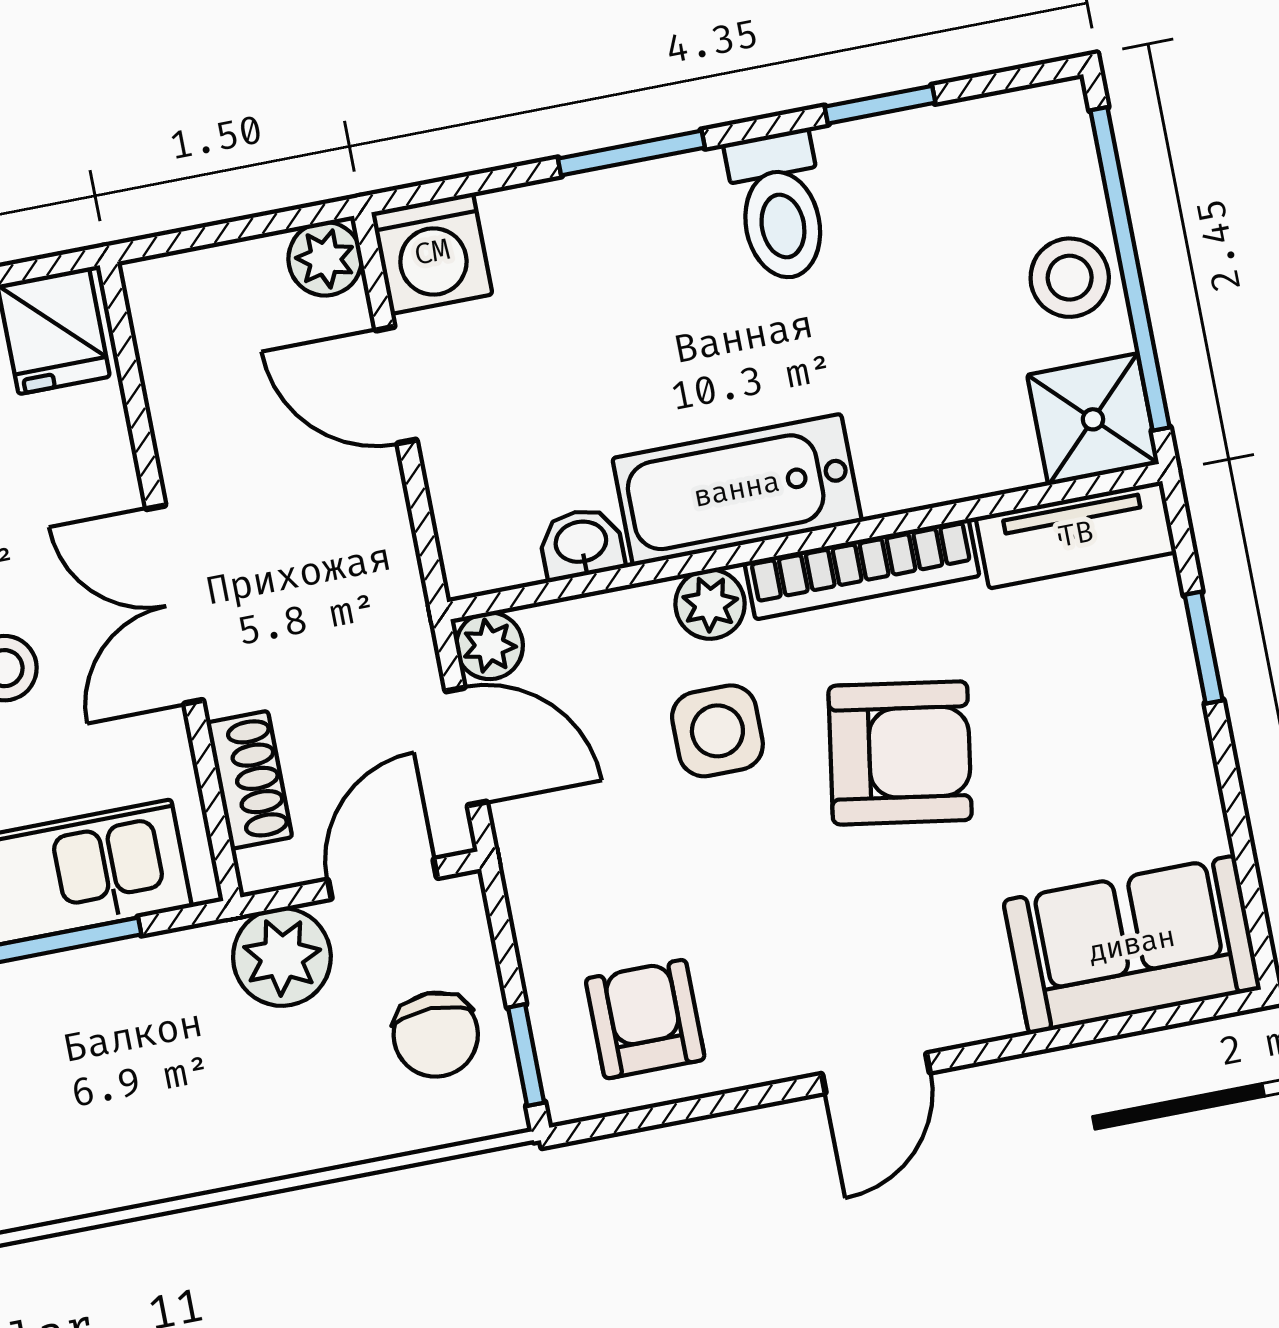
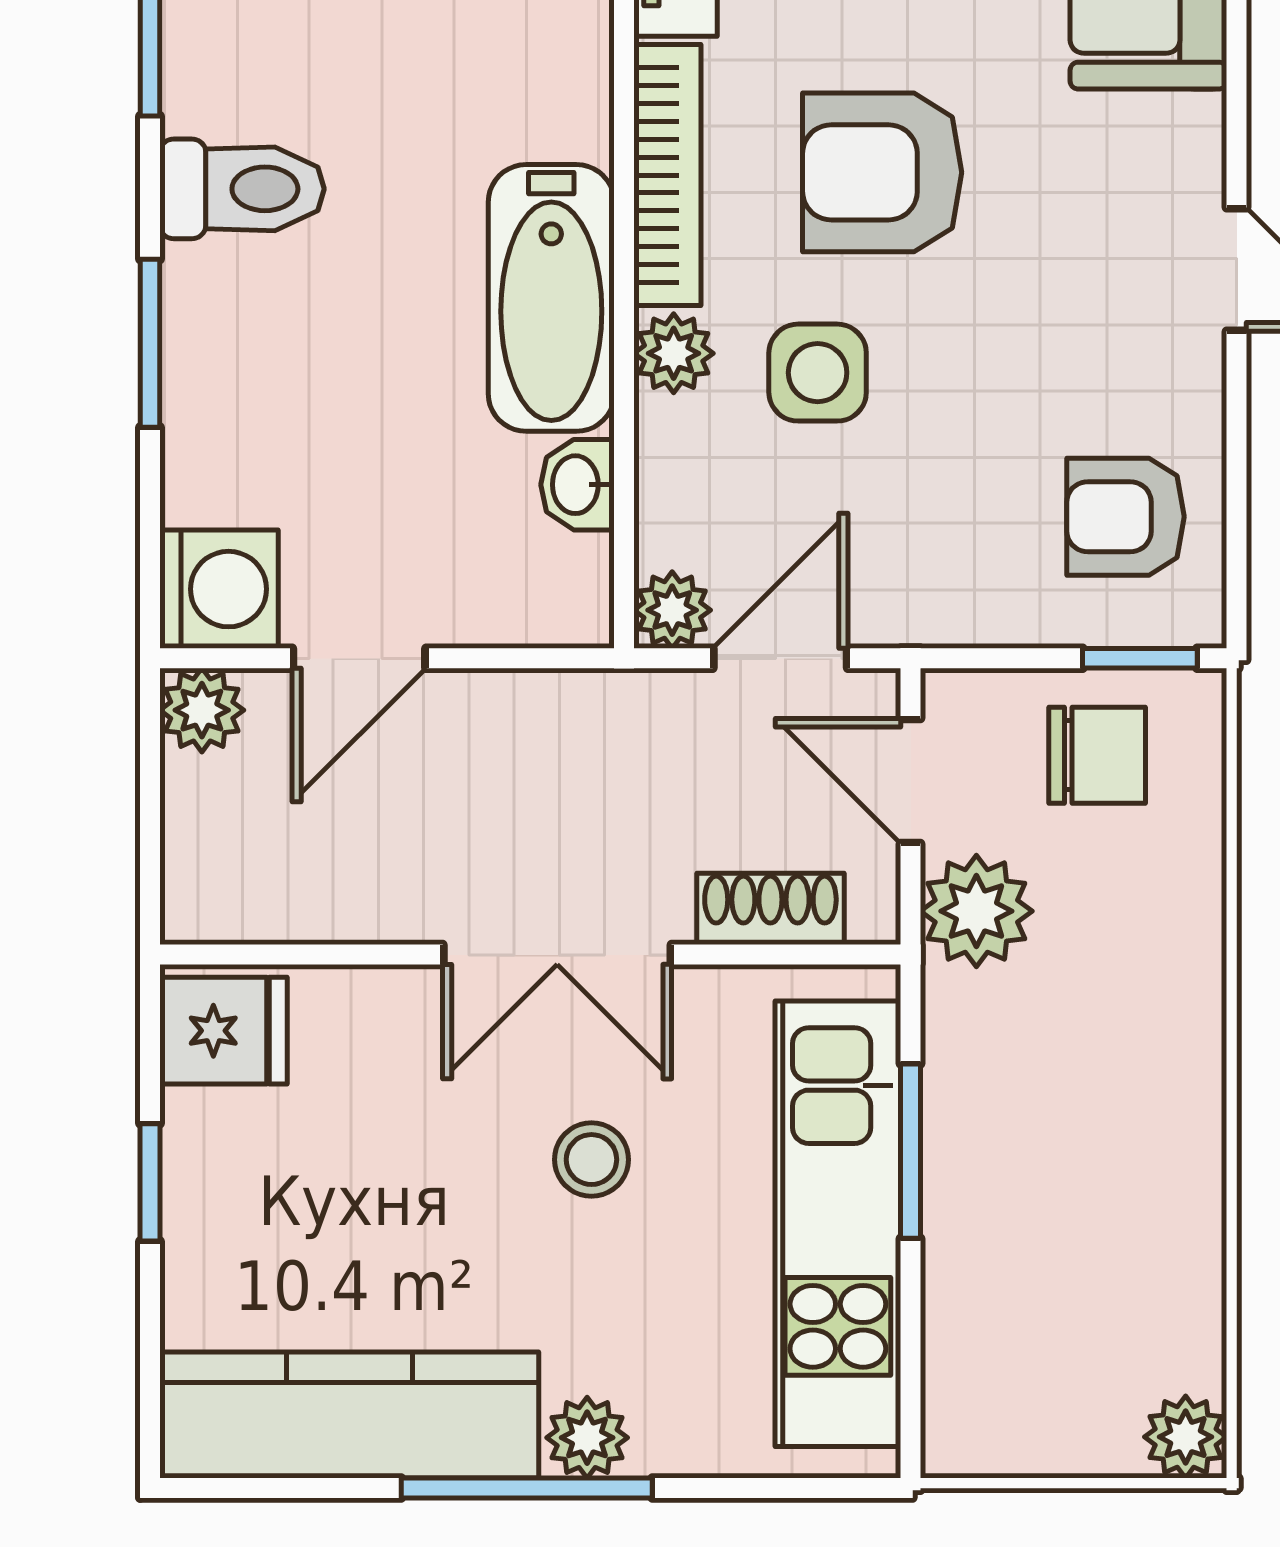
armchair: (900, 753) -> (882, 172), turned -99

